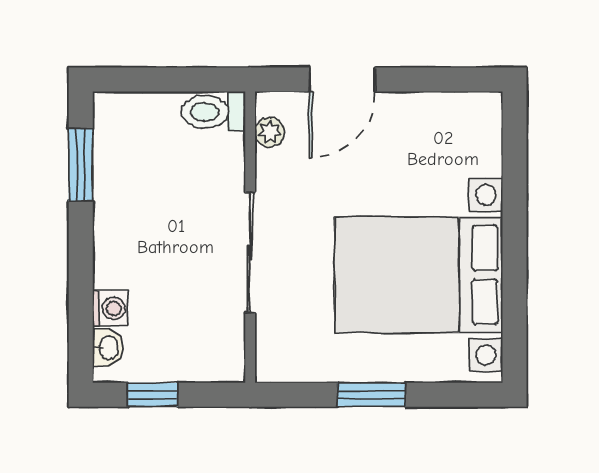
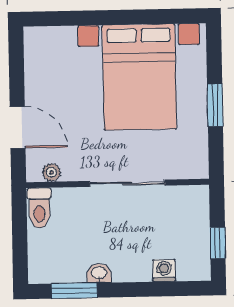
washbasin: (108, 348) -> (99, 273), moved

